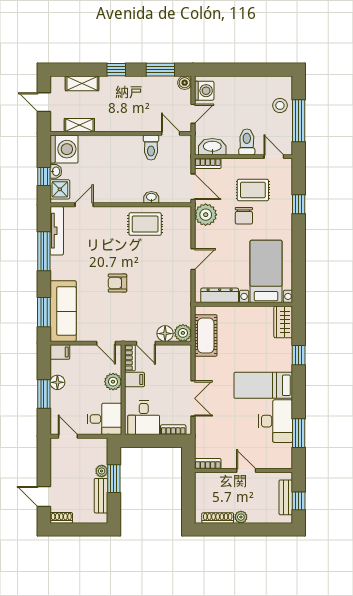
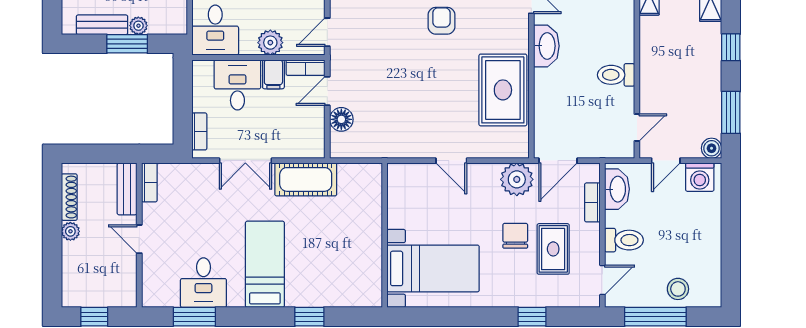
door: (193, 114) -> (666, 161), hinge flipped
toilet: (151, 147) -> (616, 75), moved
bookcase: (208, 163) -> (592, 202), moved
washbasin: (151, 197) -> (546, 46), moved, width x1.91, depth x1.45
chair: (244, 216) -> (515, 236), turned 90
rug: (145, 224) -> (503, 90), width x1.36, depth x1.43
armchair: (117, 283) -> (441, 21), moved
dresser: (220, 295) -> (398, 200), removed
wardrobe: (283, 322) -> (358, 294), removed
plant: (183, 333) -> (342, 146), removed
cot: (206, 335) -> (306, 179), moved
desk: (144, 418) -> (237, 85), moved, turned 90
desk: (276, 421) -> (203, 283), width x0.73
door: (246, 470) -> (139, 239), swing flipped
bench: (286, 497) -> (127, 189), moved, turned 90

